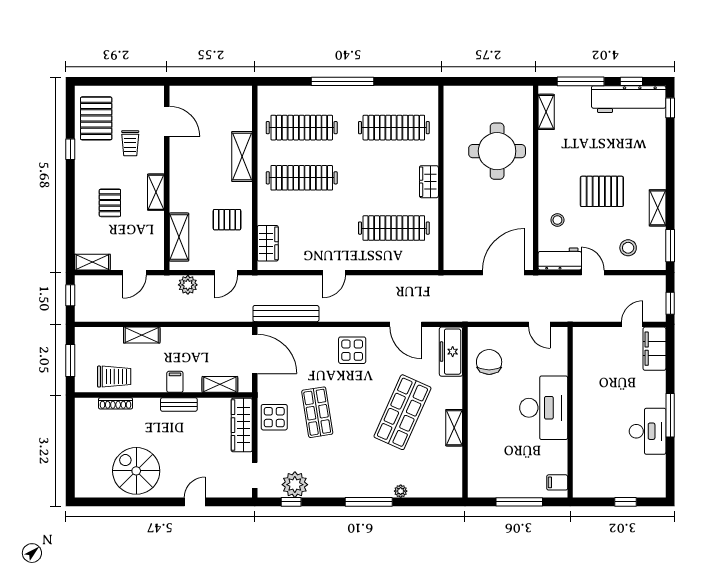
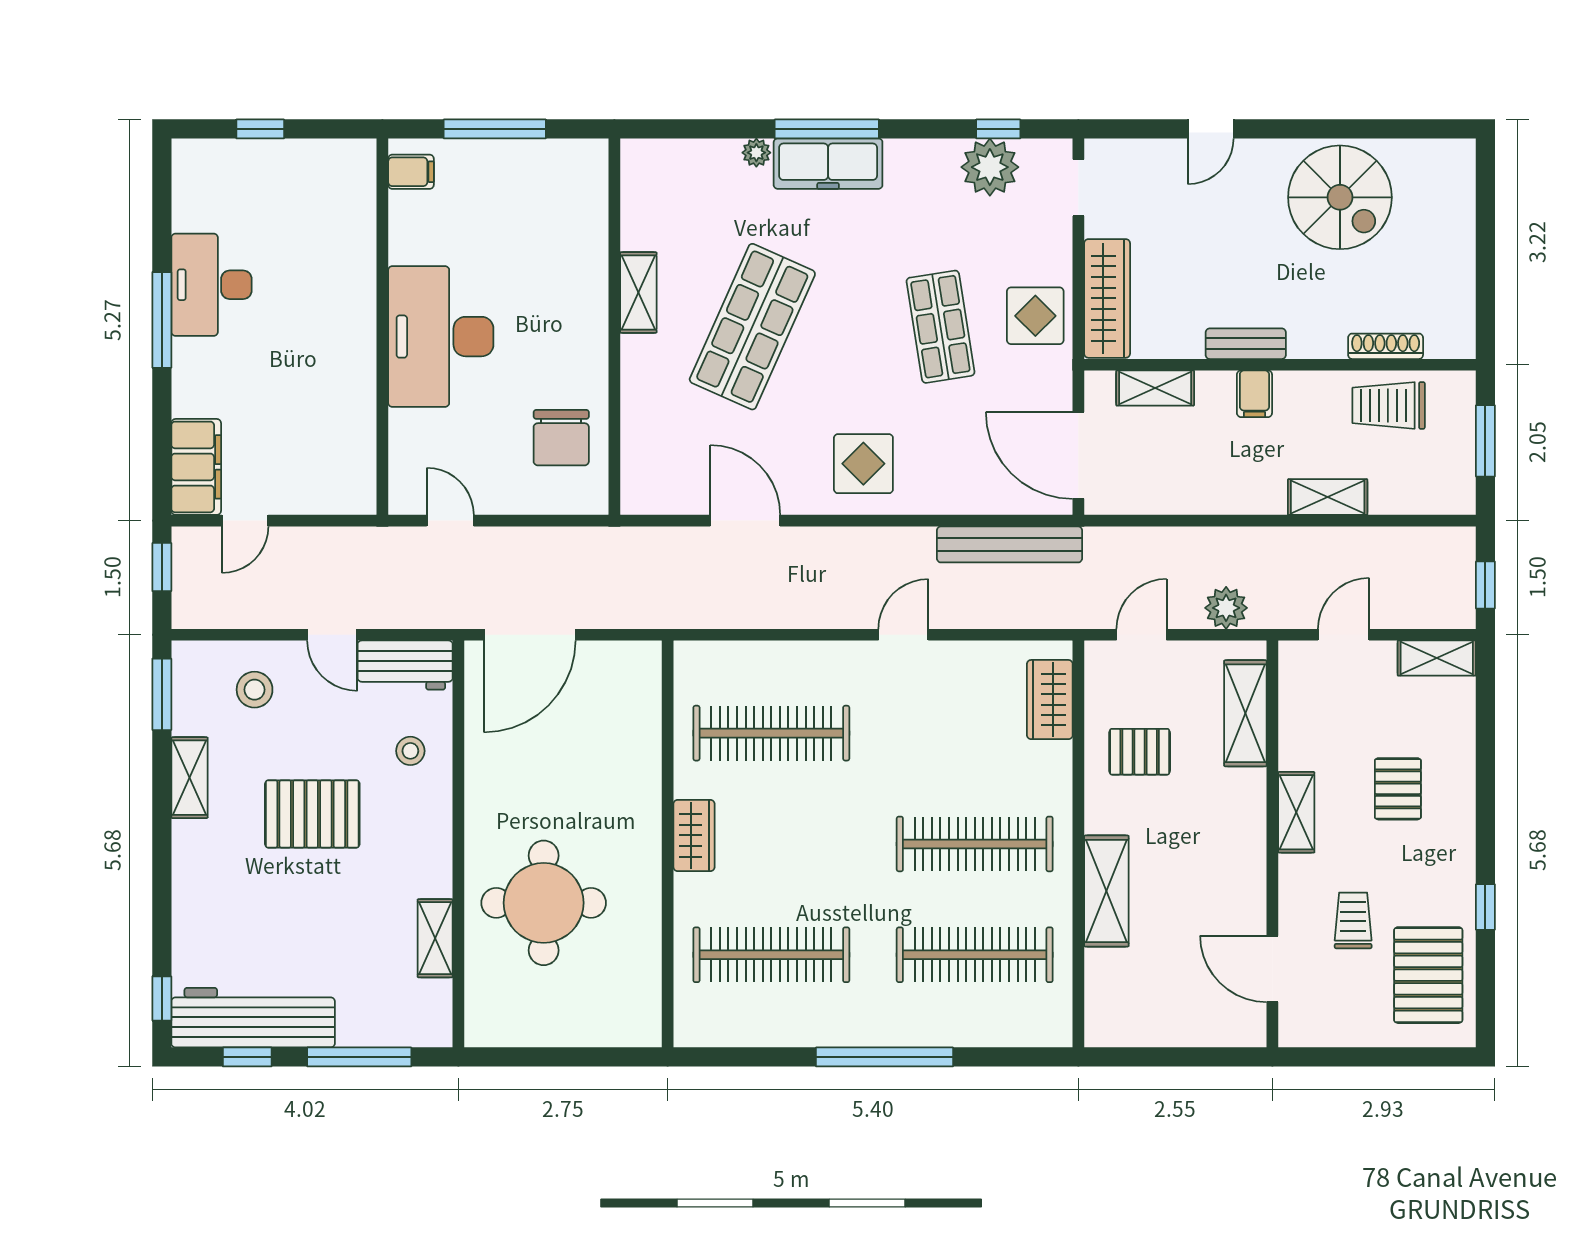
shelving: (546, 112) -> (435, 938), moved
freezer: (451, 352) -> (828, 164), moved, turned 90

